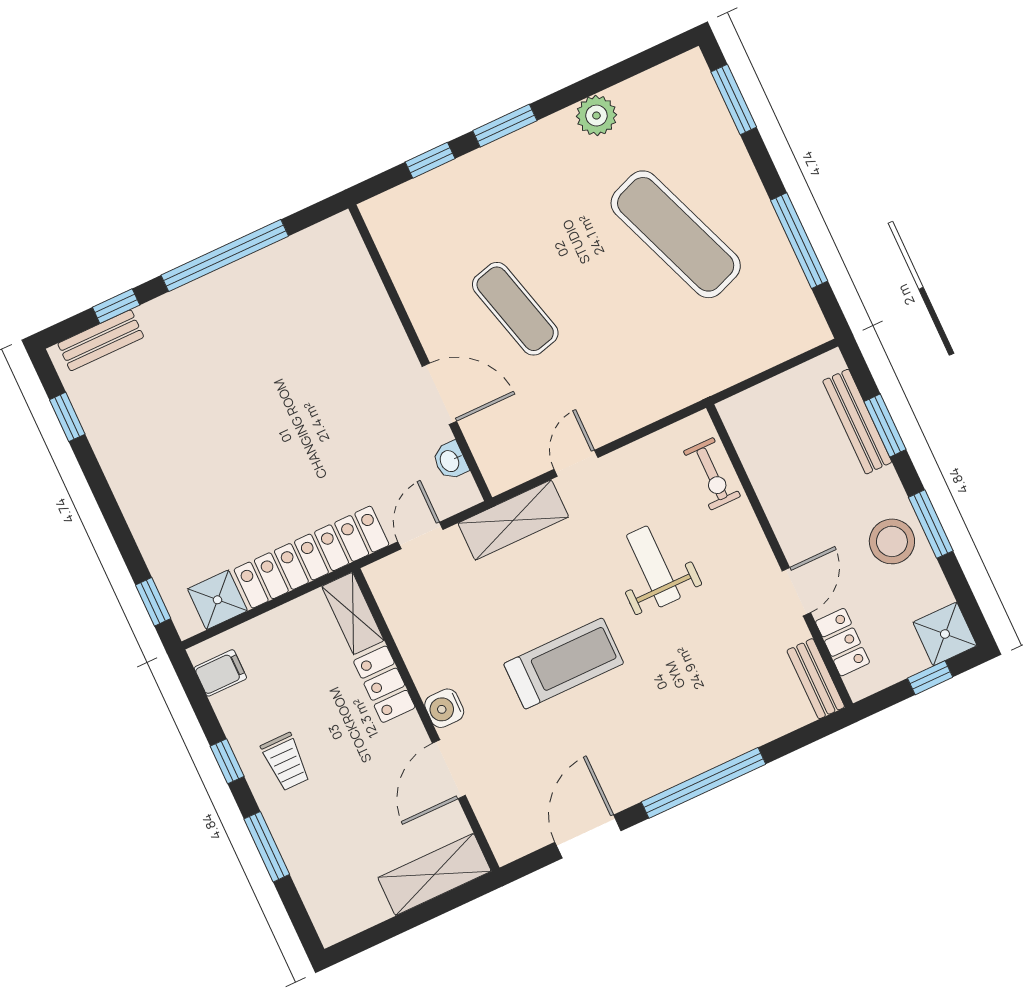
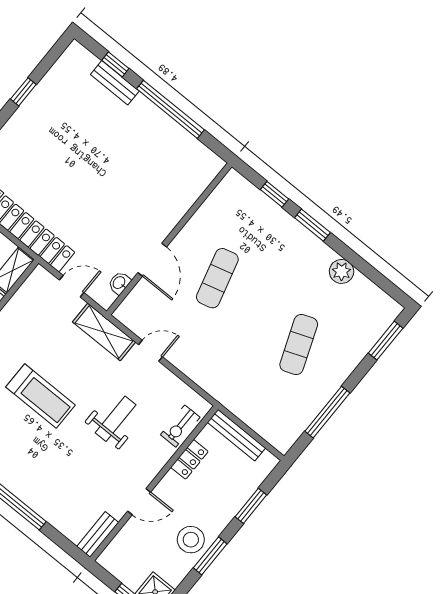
exercise mat: (676, 234) -> (299, 345), width x0.73, depth x0.69
bench: (101, 340) -> (115, 83), moved
window: (67, 417) -> (23, 92), moved
bench: (857, 422) -> (236, 435), moved, turned 90
locker: (842, 642) -> (189, 459), moved

